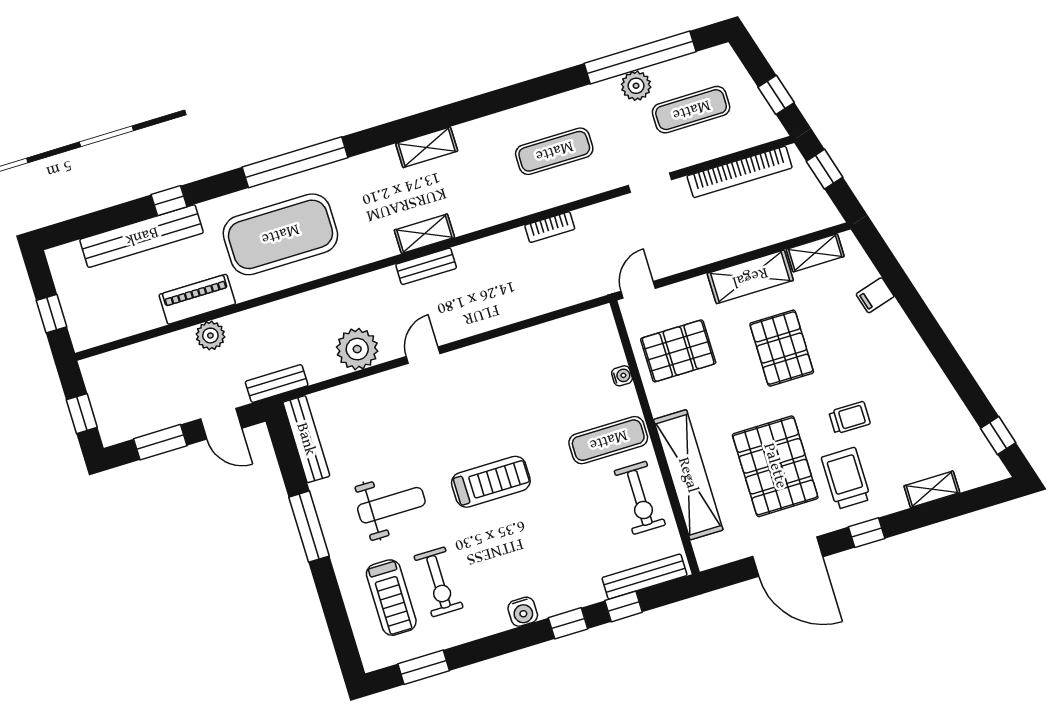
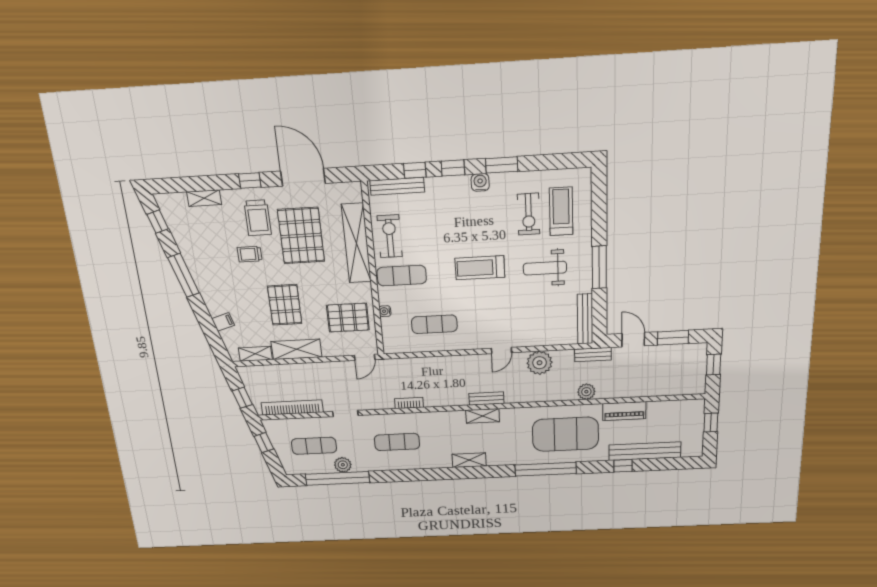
plant: (210, 336) -> (586, 392), moved
window: (948, 358) -> (183, 275), added
exercise mat: (540, 373) -> (434, 324), added
exercise bike: (439, 582) -> (529, 214), turned 180
window: (424, 667) -> (502, 165), moved

